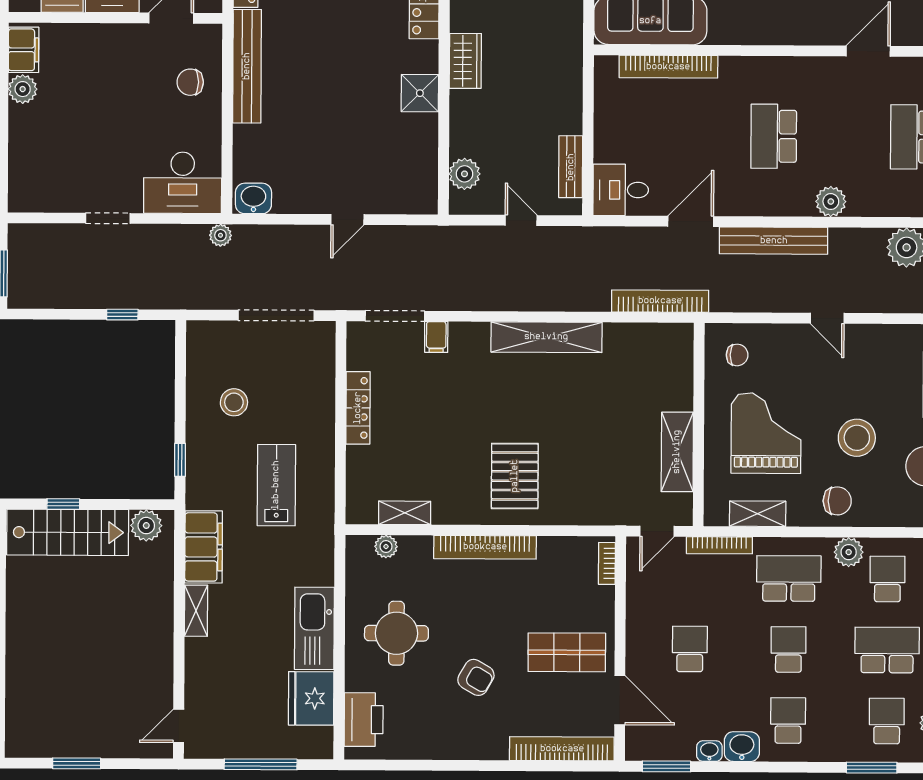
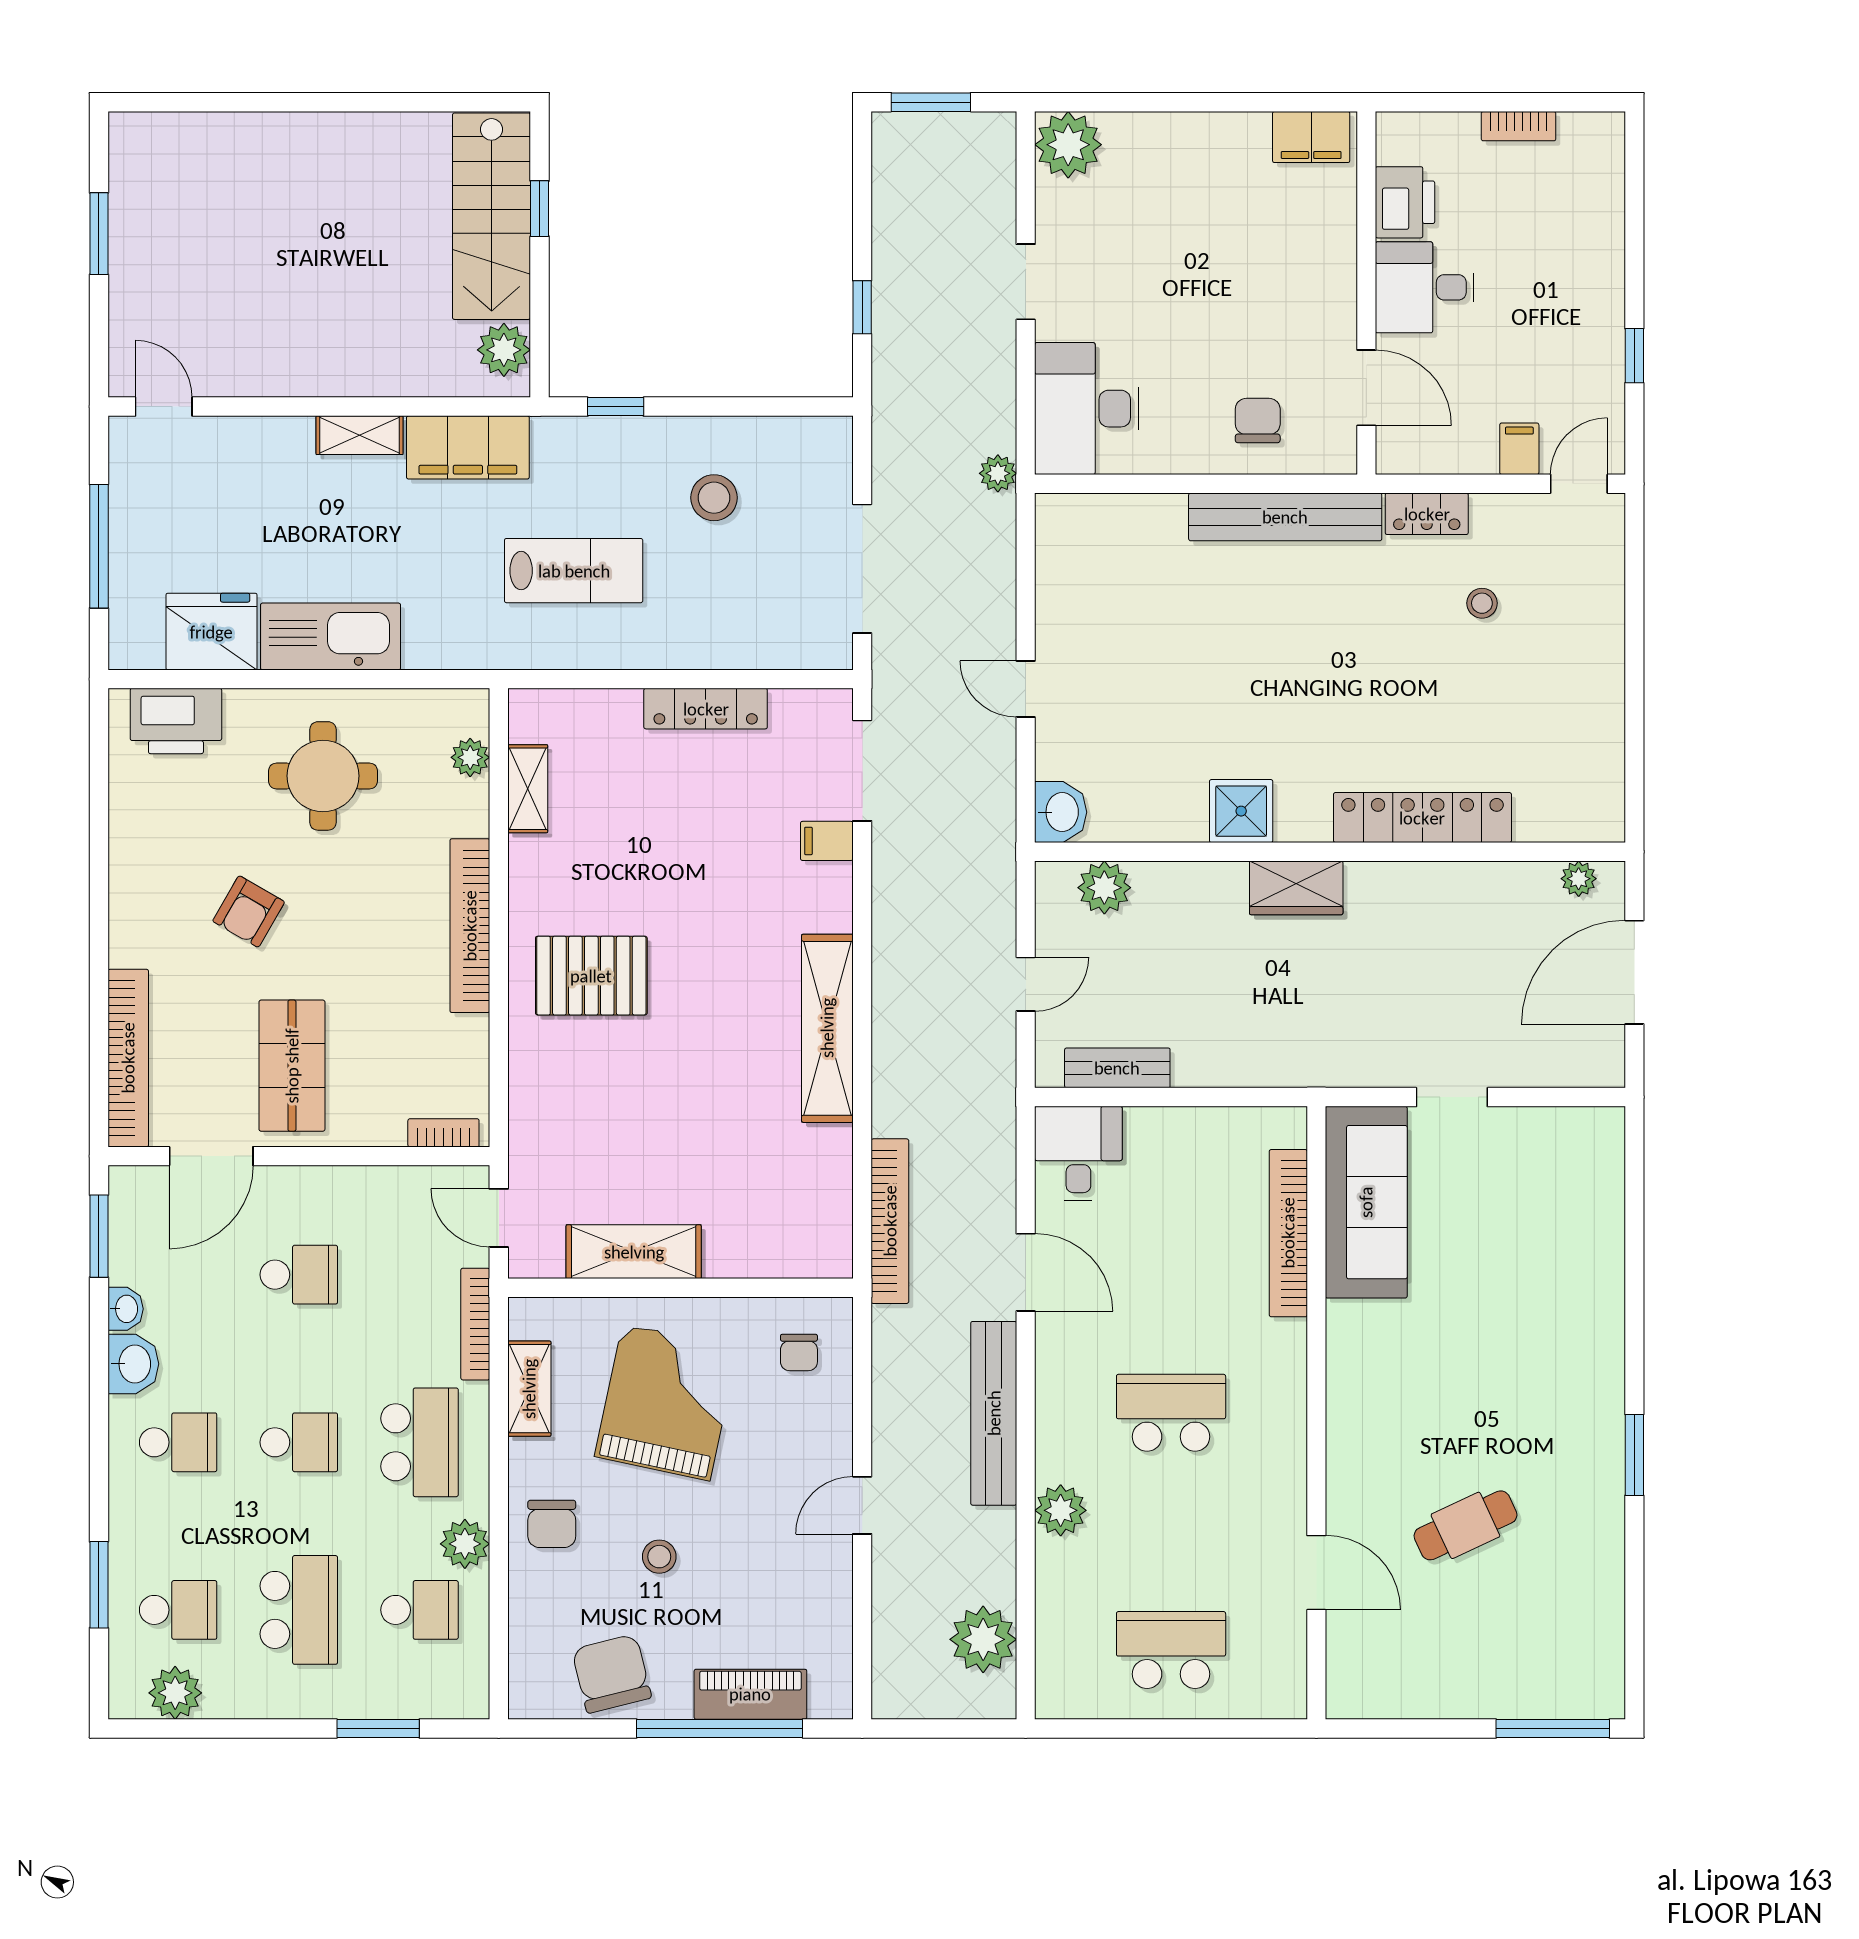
plant: (23, 89) -> (1068, 145), moved, width x1.36, depth x1.36
washbasin: (253, 198) -> (1061, 812), moved
grand piano: (766, 433) -> (666, 1402), turned -78
stool: (857, 438) -> (659, 1557), width x0.53, depth x0.53

